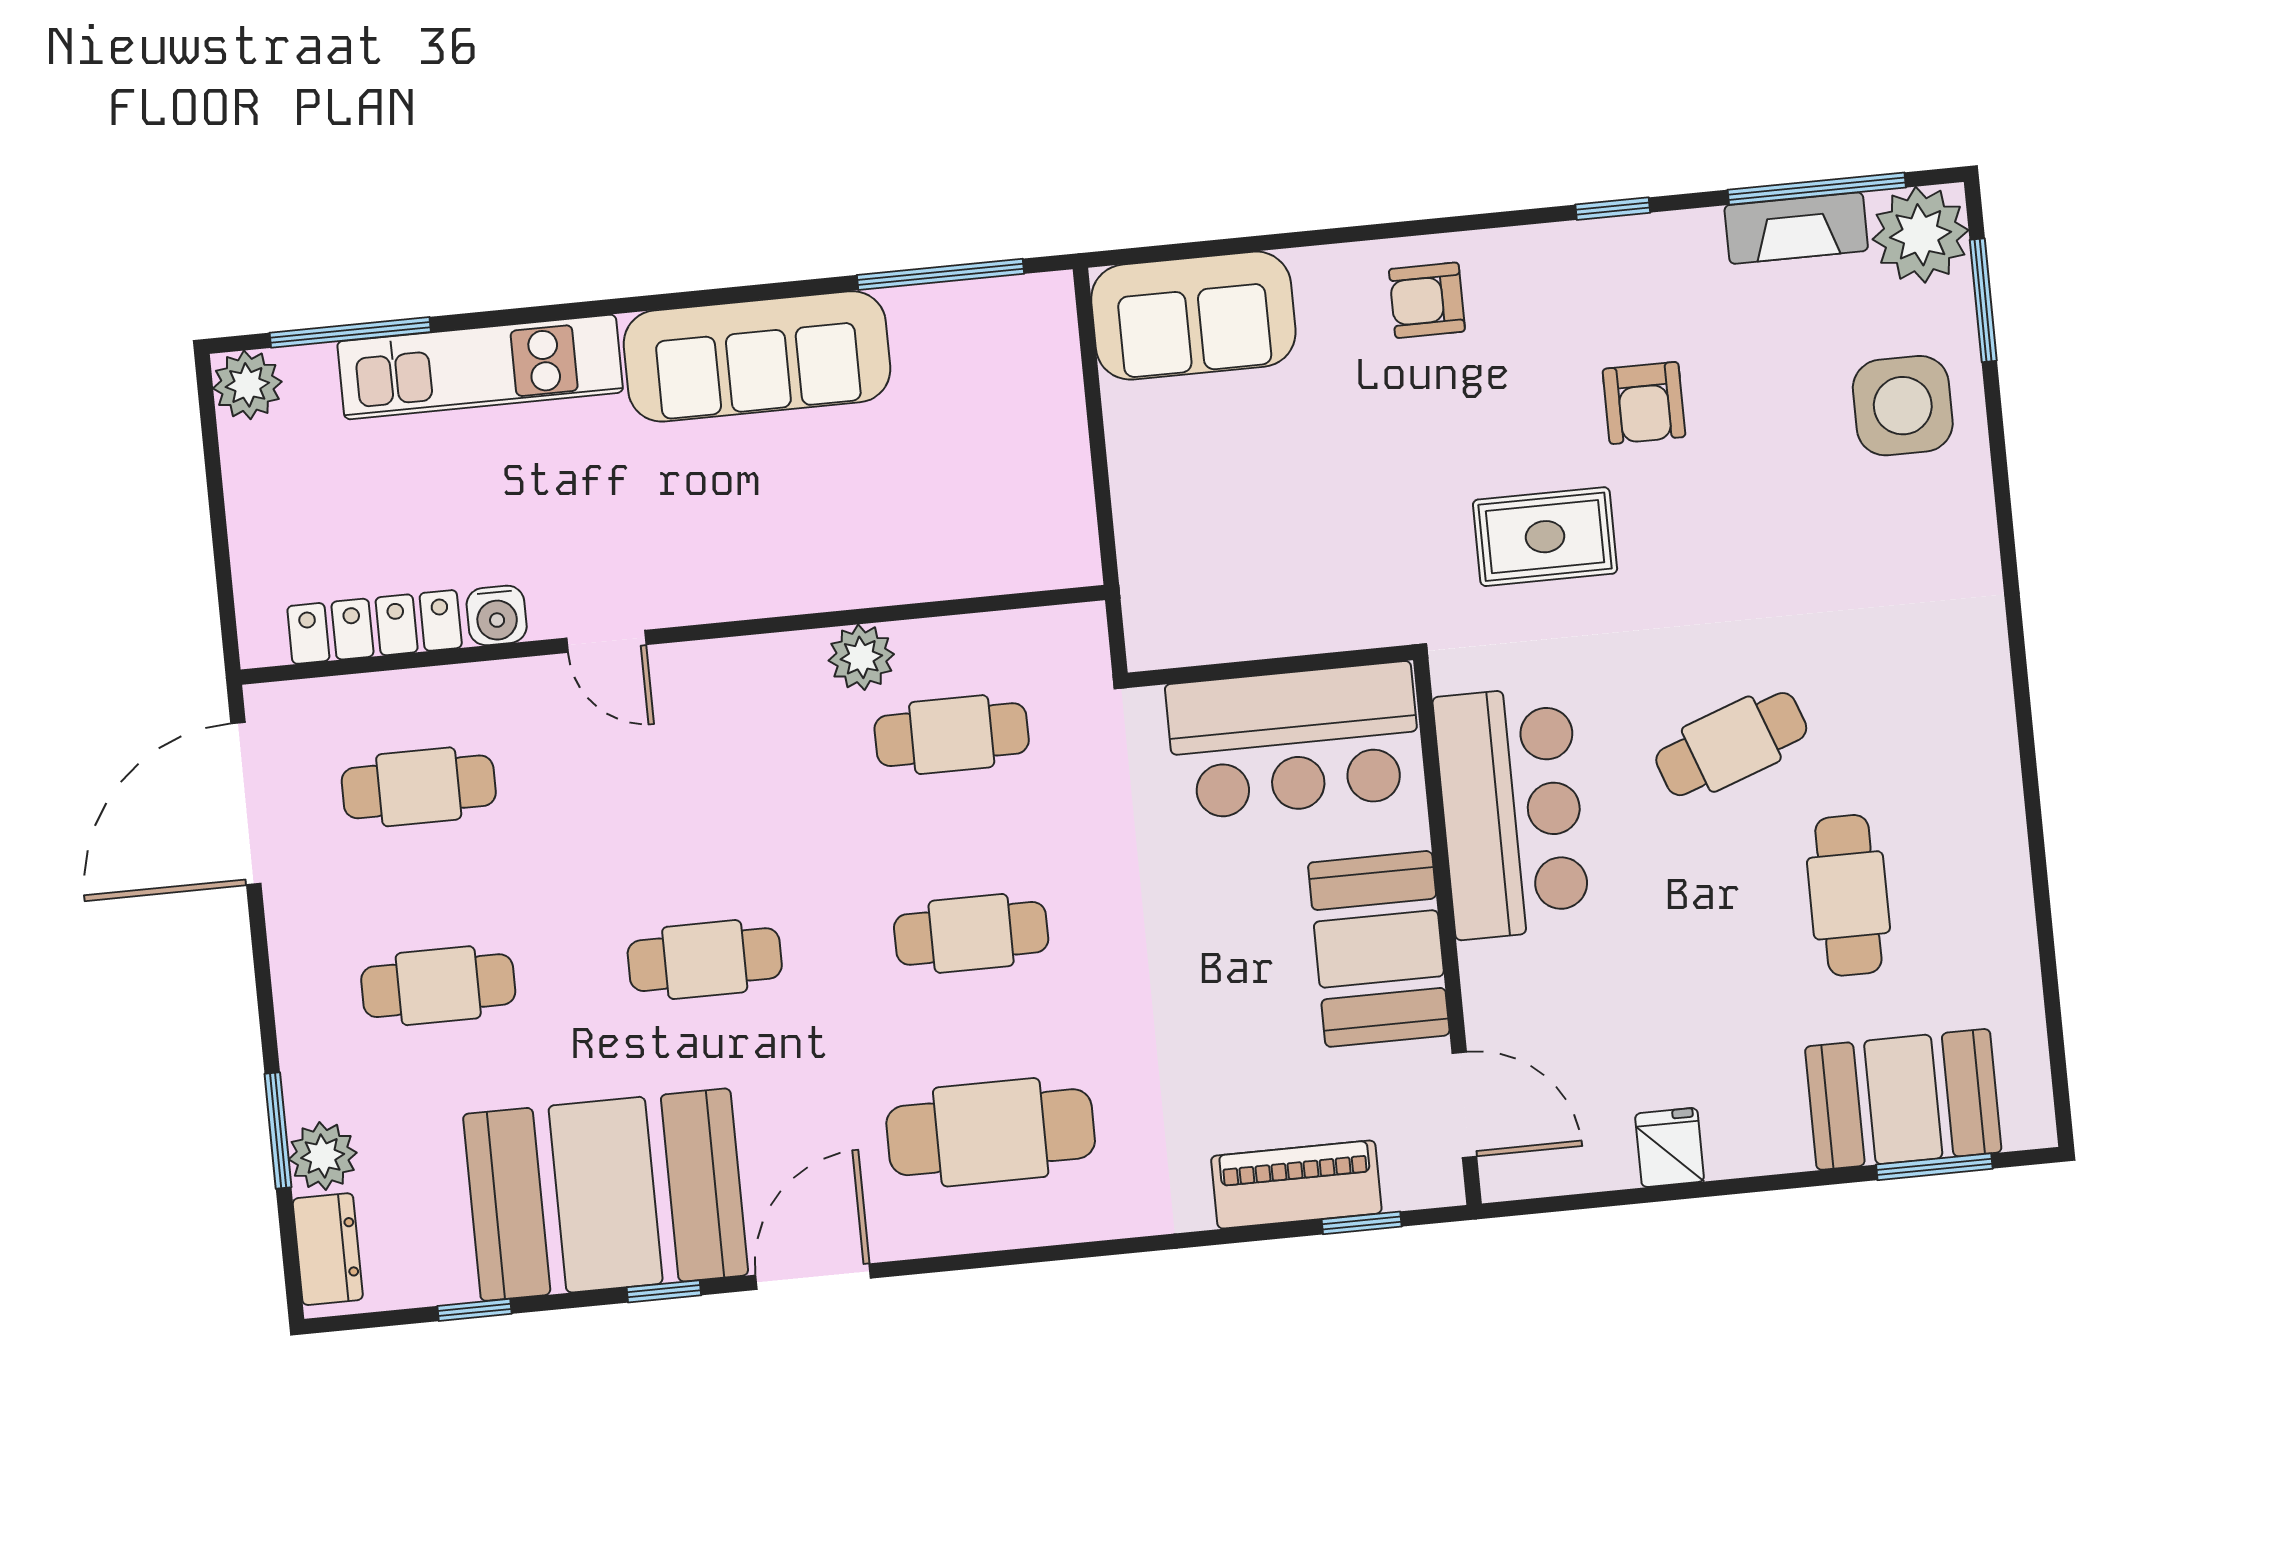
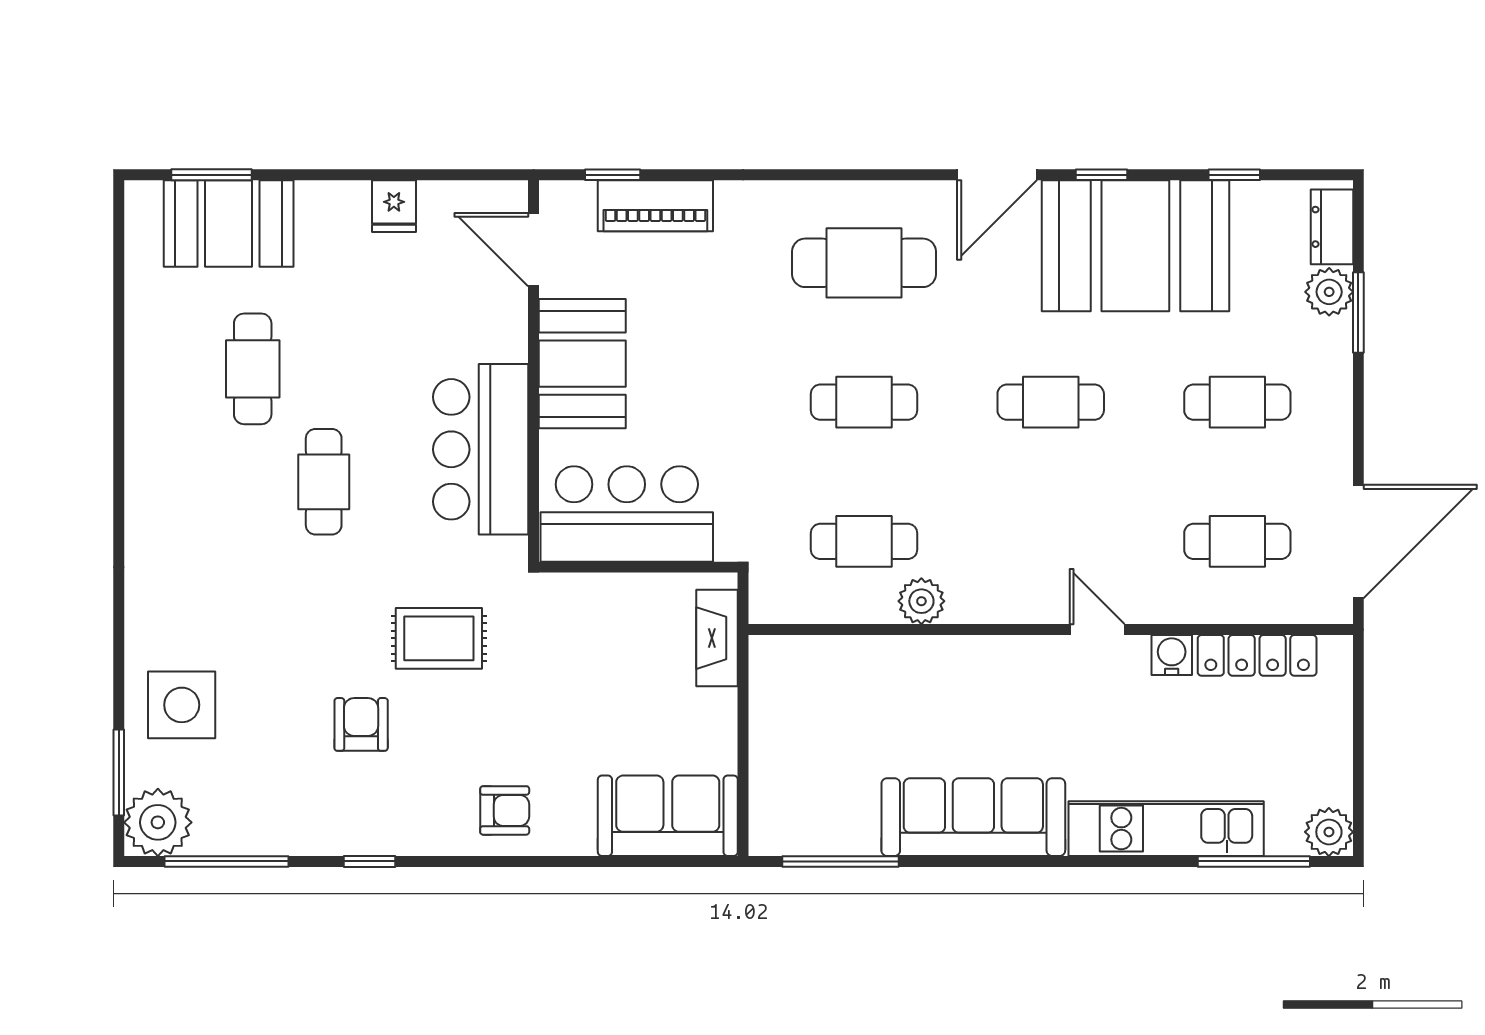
fireplace: (1796, 228) -> (717, 638), moved, turned -90
cafe table: (1731, 744) -> (324, 482), turned -70

